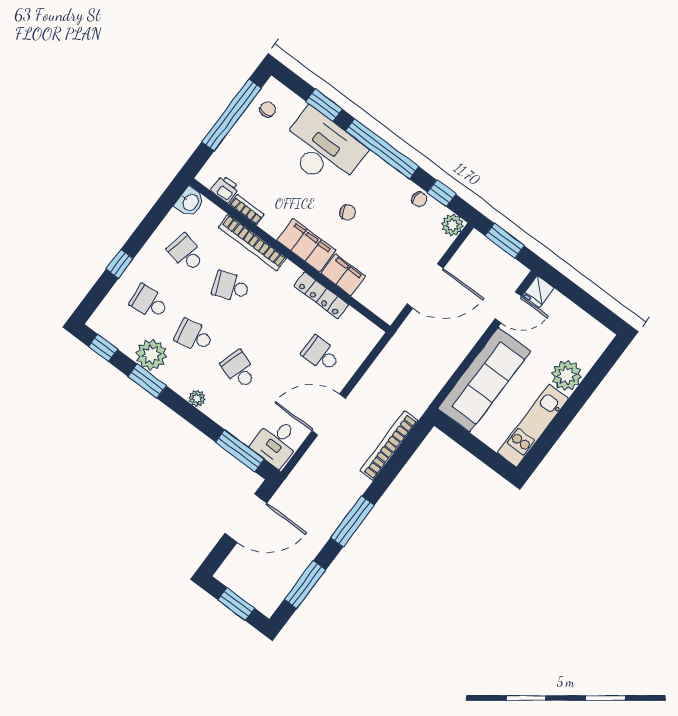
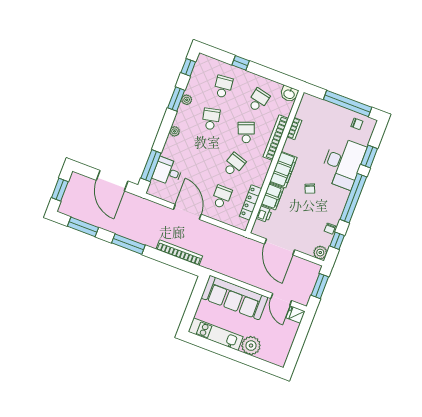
printer: (225, 189) -> (264, 214), moved
locker: (321, 295) -> (251, 202), moved
plant: (151, 355) -> (187, 100), width x0.53, depth x0.53
school desk: (239, 370) -> (234, 165), moved
desk: (276, 442) -> (168, 171), moved

